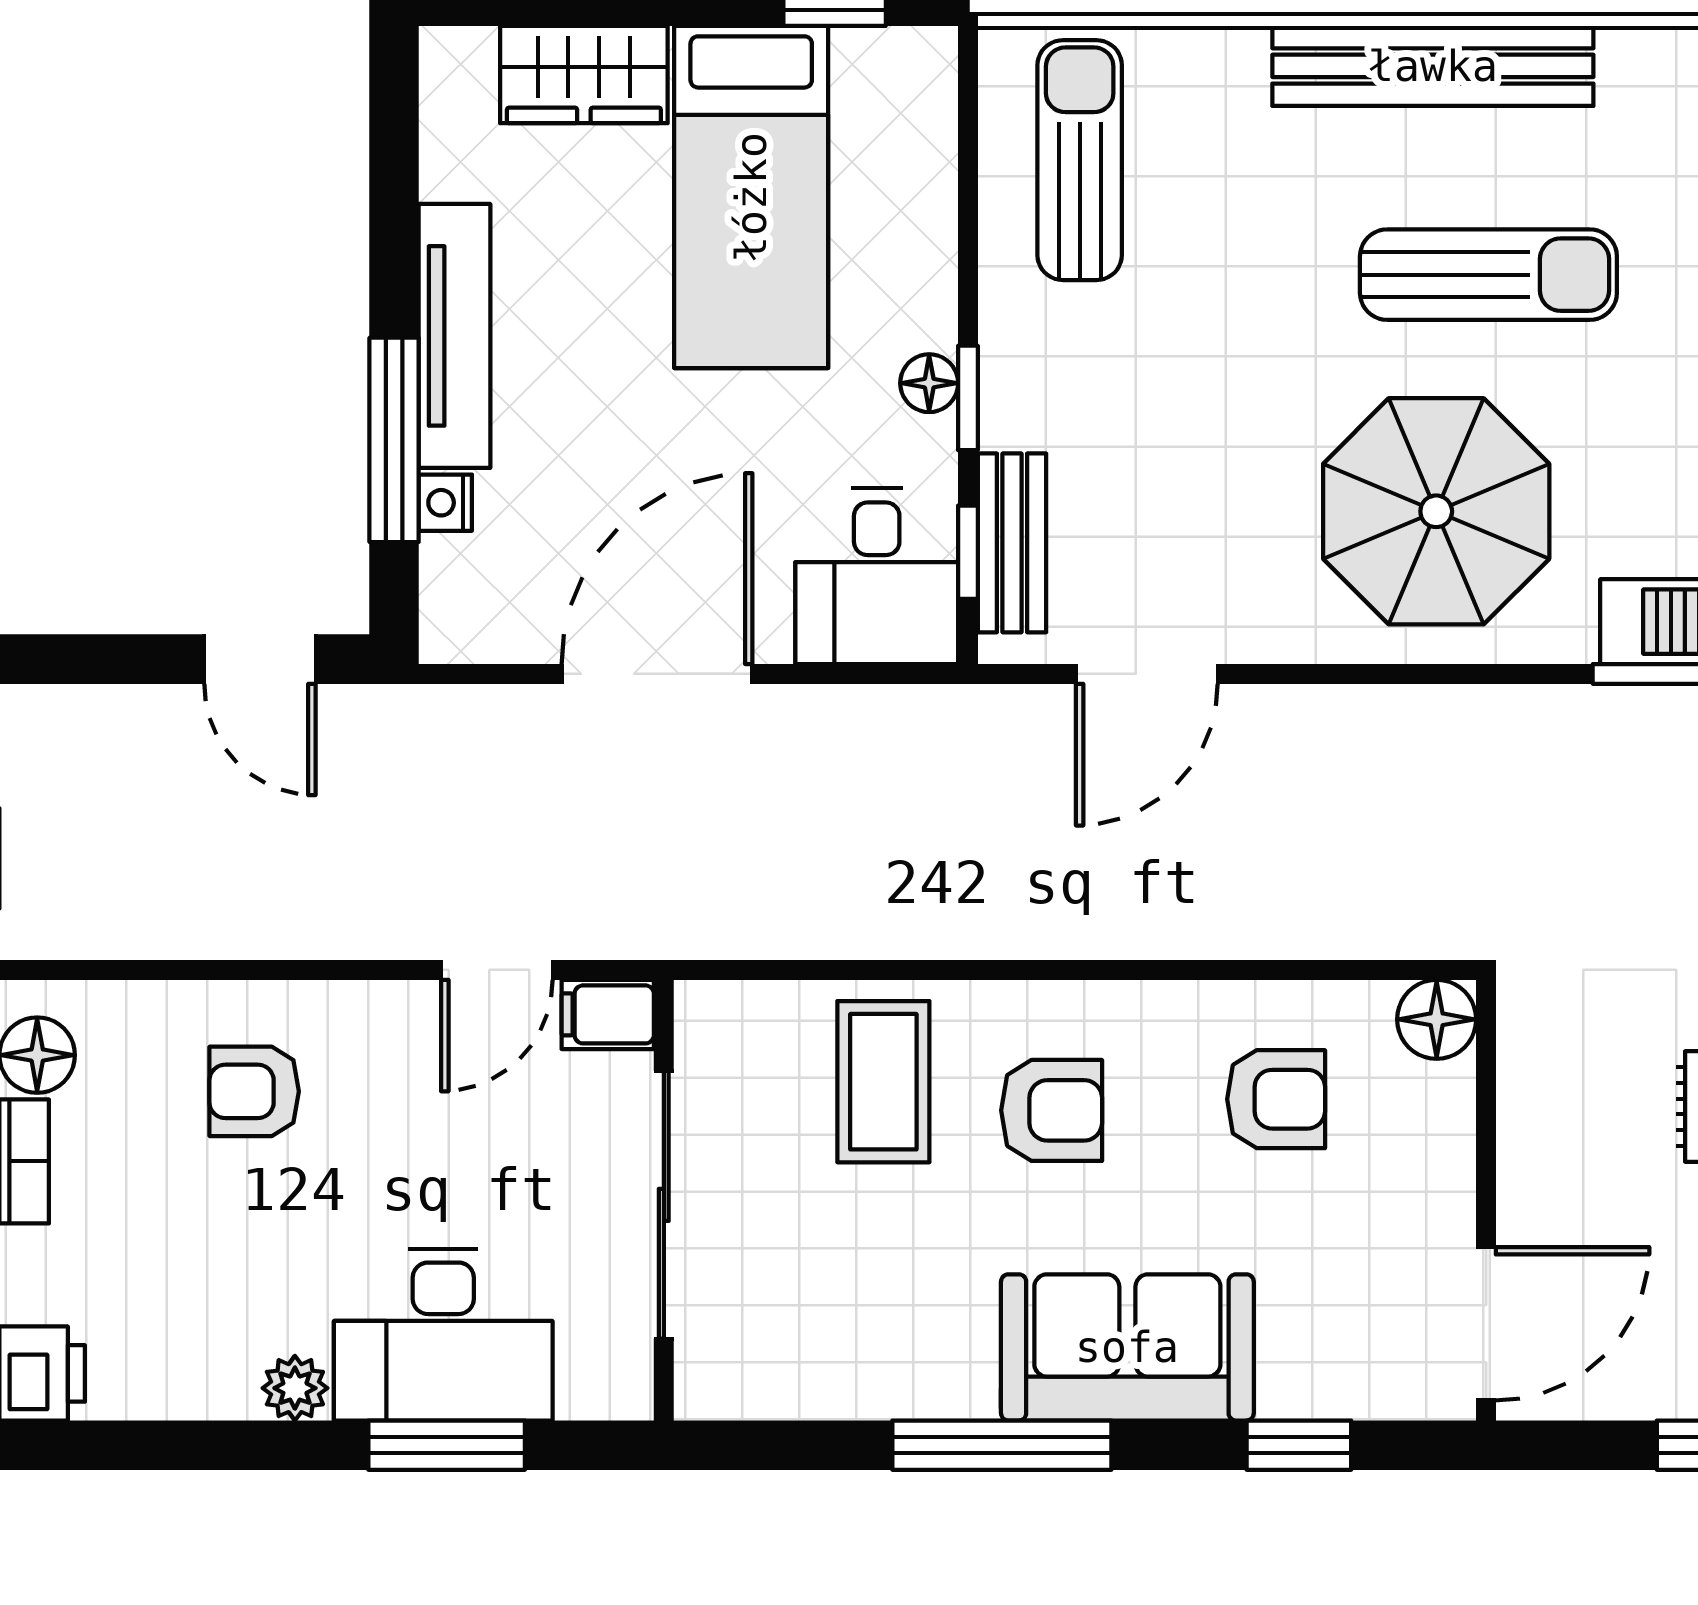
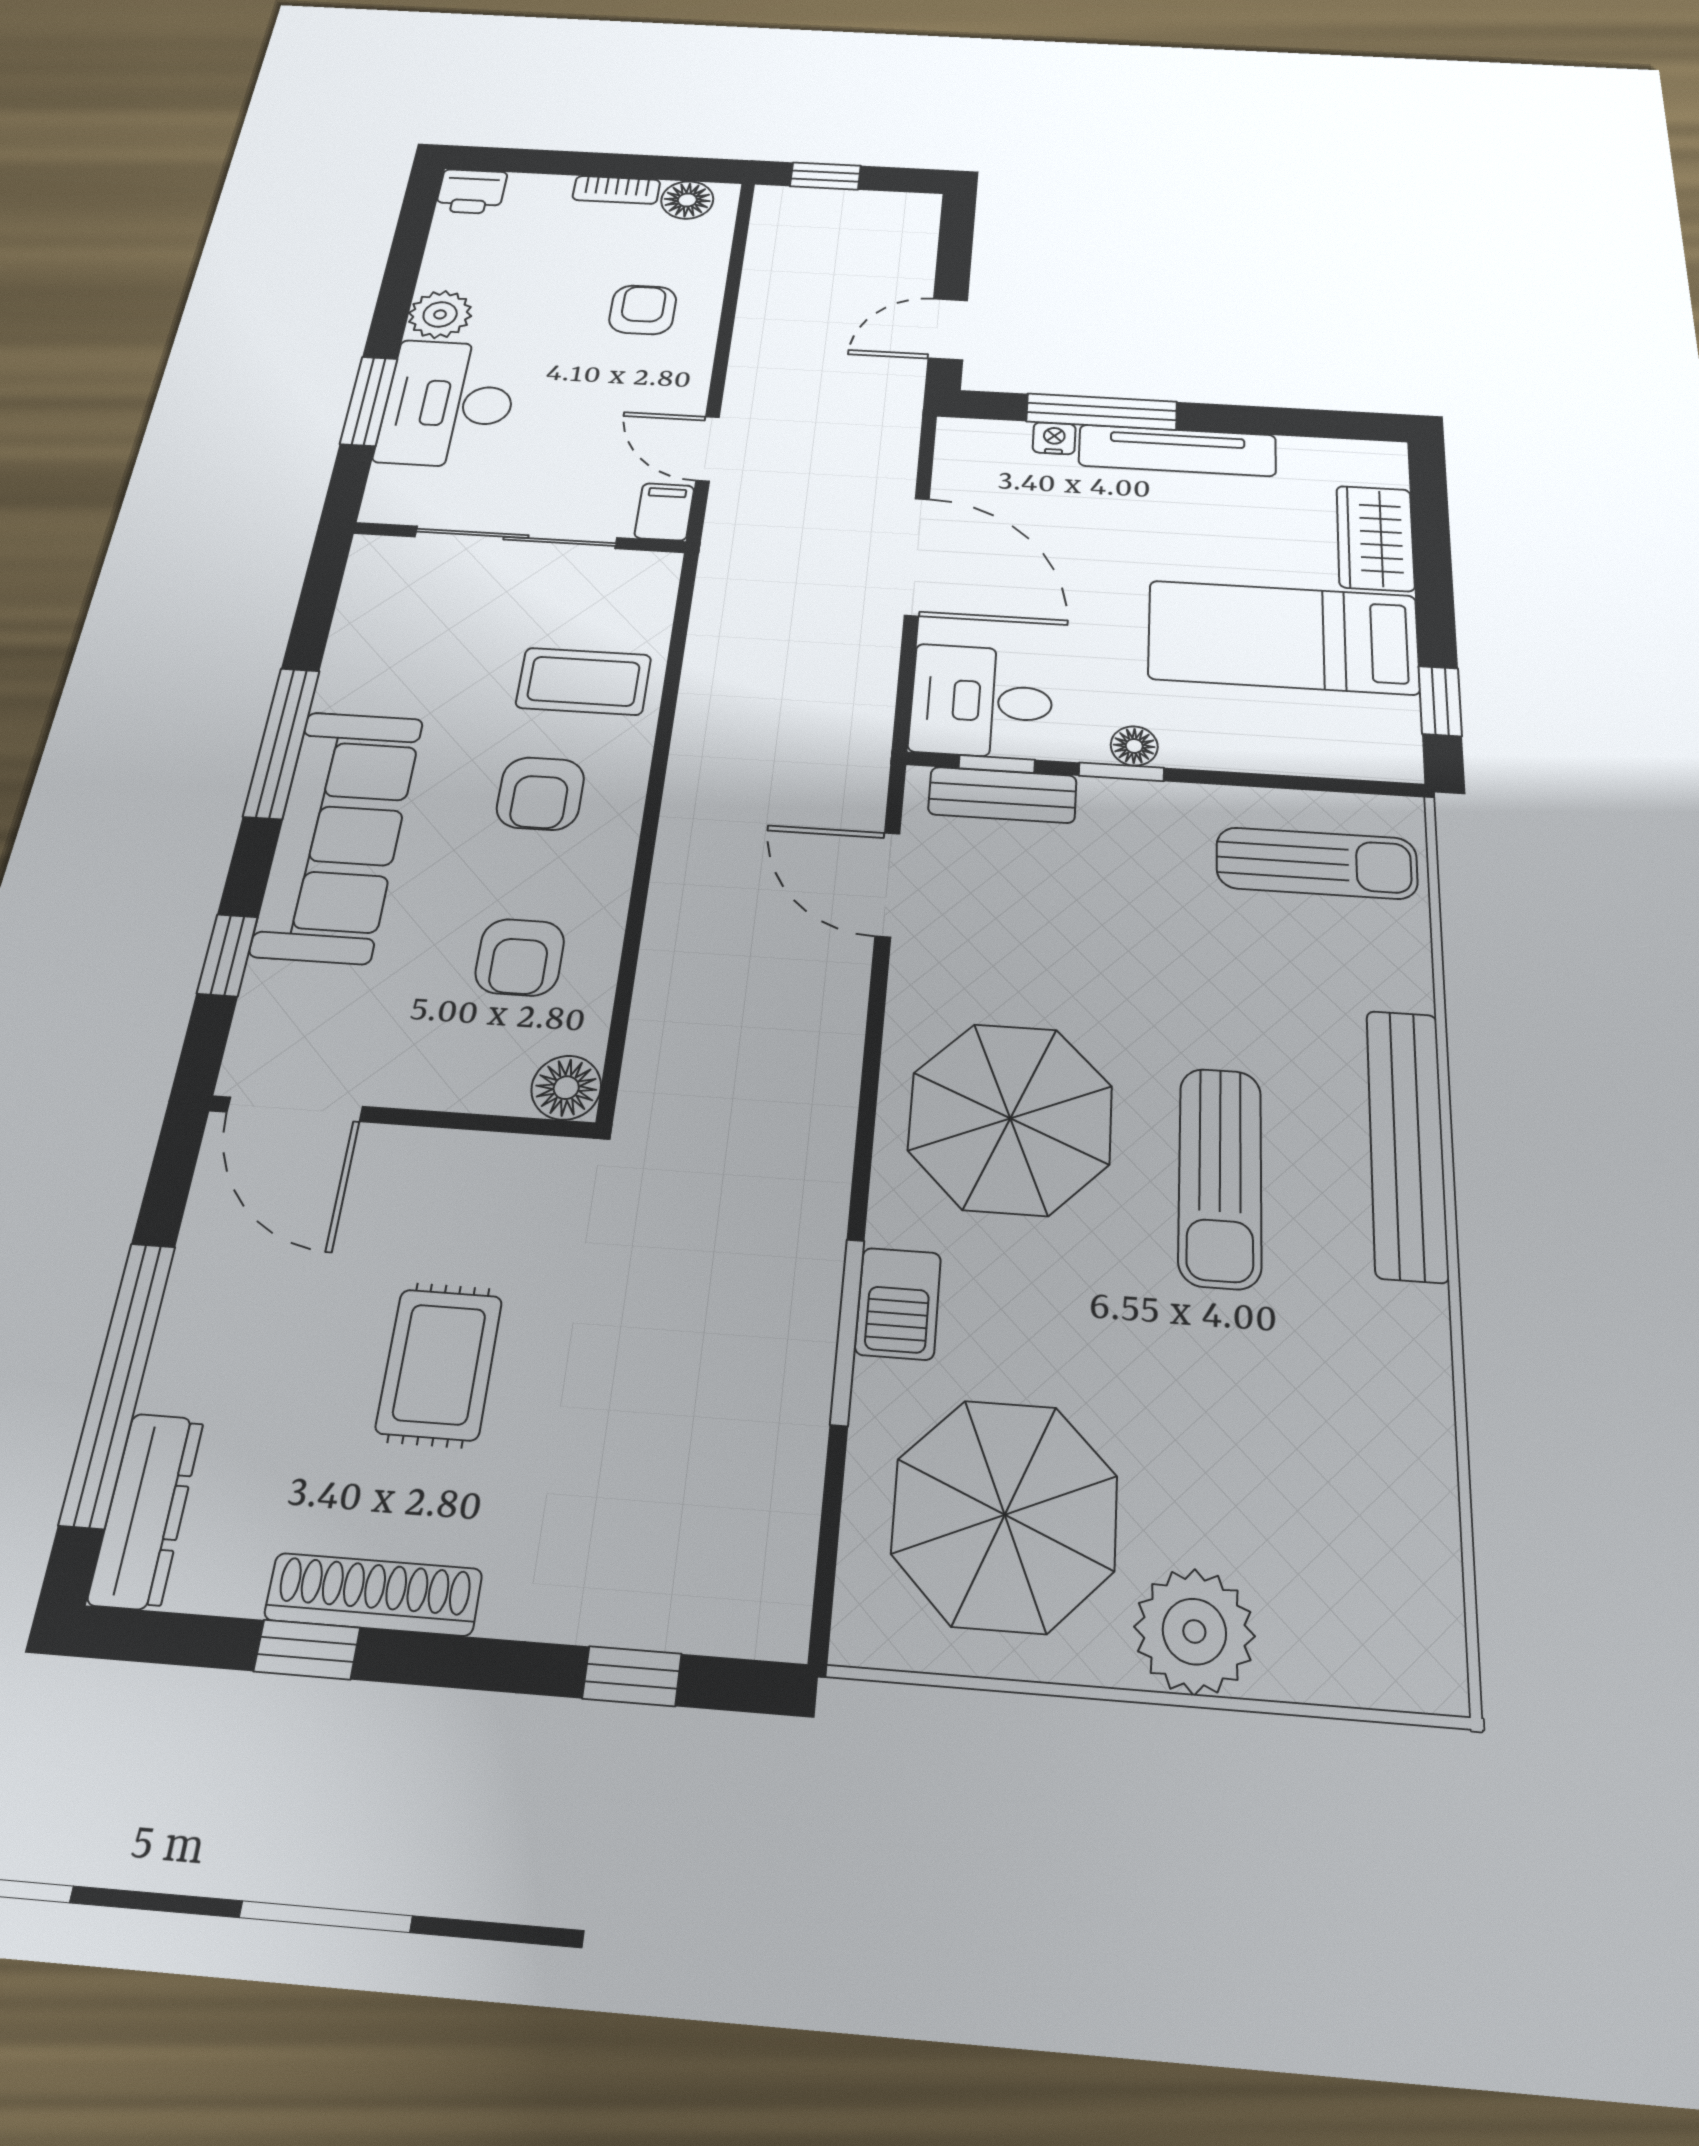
sofa: (1127, 1347) -> (338, 835), width x1.36
plant: (295, 1388) -> (440, 314), width x1.38, depth x1.38

